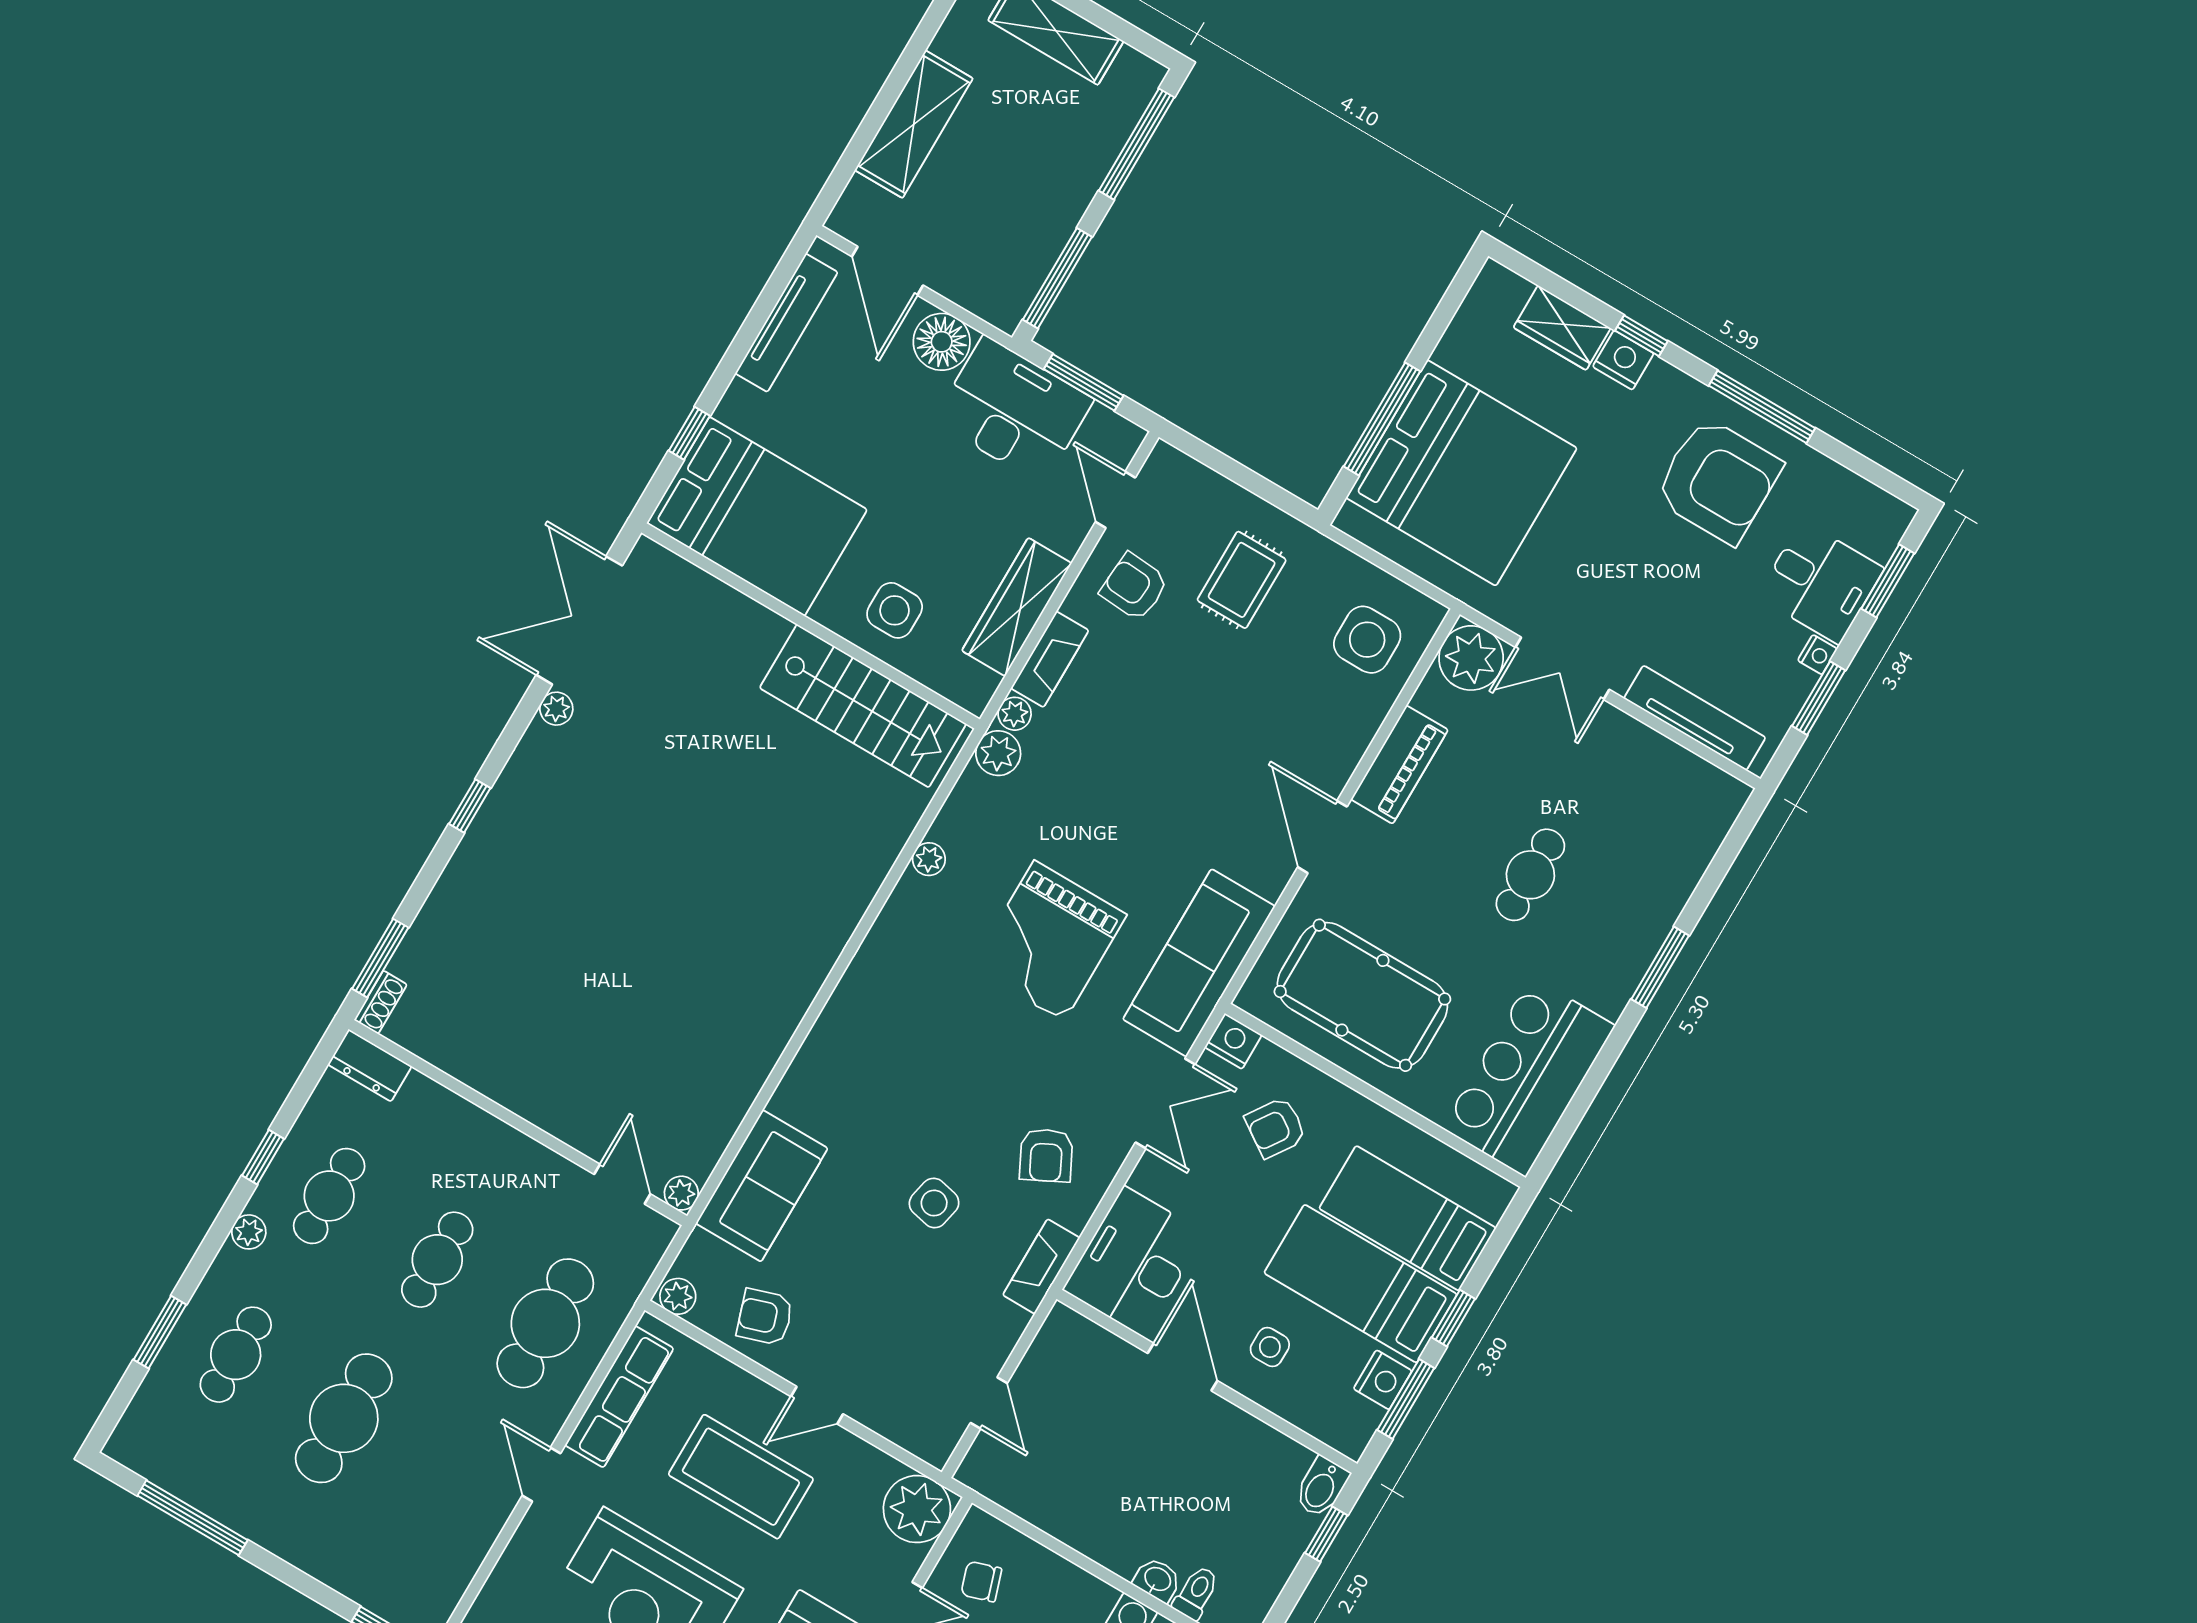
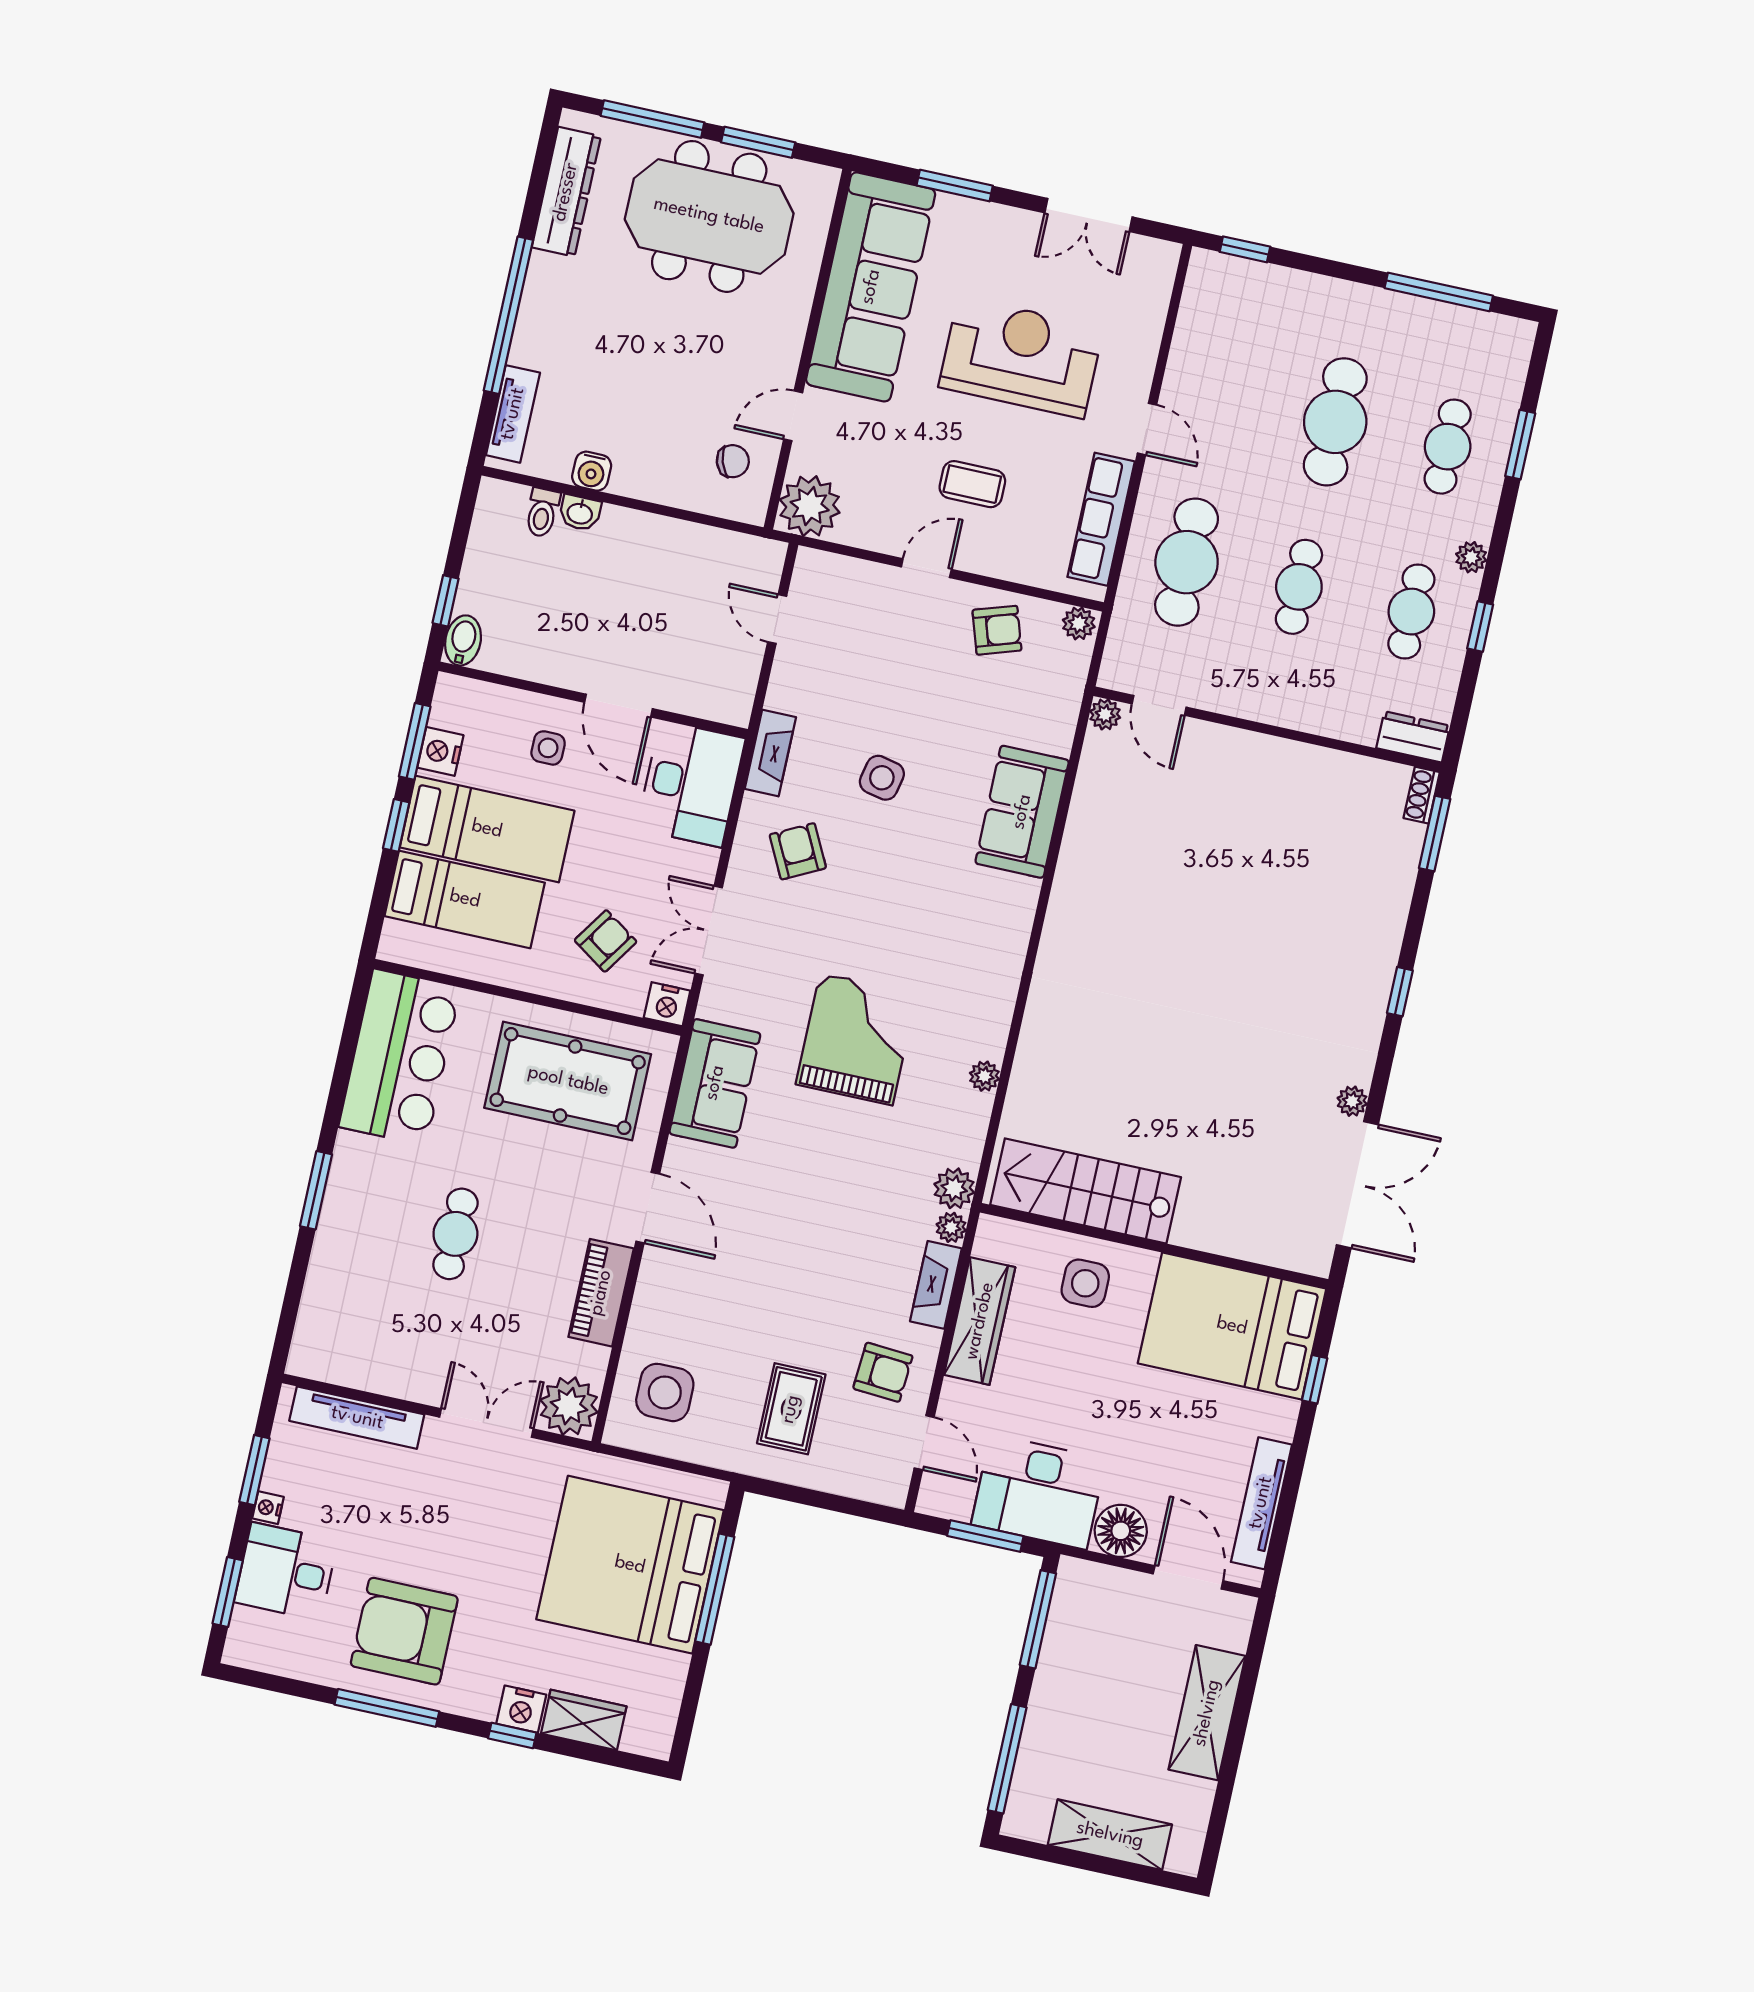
sofa: (1199, 963) -> (715, 1083), width x0.73
sofa: (762, 1186) -> (1022, 812), moved
coffee table: (741, 1477) -> (972, 484), width x0.54, depth x0.58

